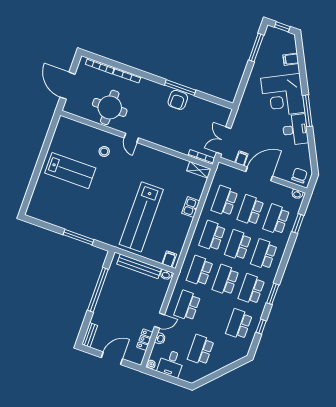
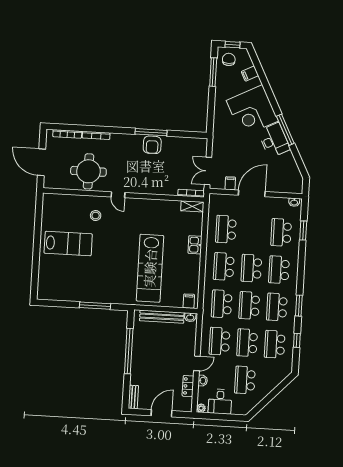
window: (307, 111) -> (285, 130), moved
chair: (299, 175) -> (229, 59), moved
school desk: (250, 210) -> (247, 343), moved

